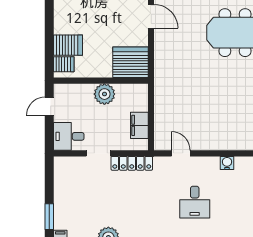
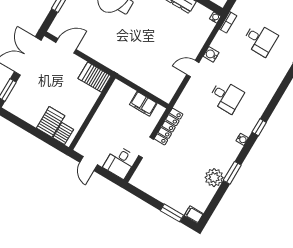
server rack: (131, 62) -> (95, 77), width x0.62
plant: (104, 94) -> (104, 116), removed
door: (181, 153) -> (193, 69), moved

